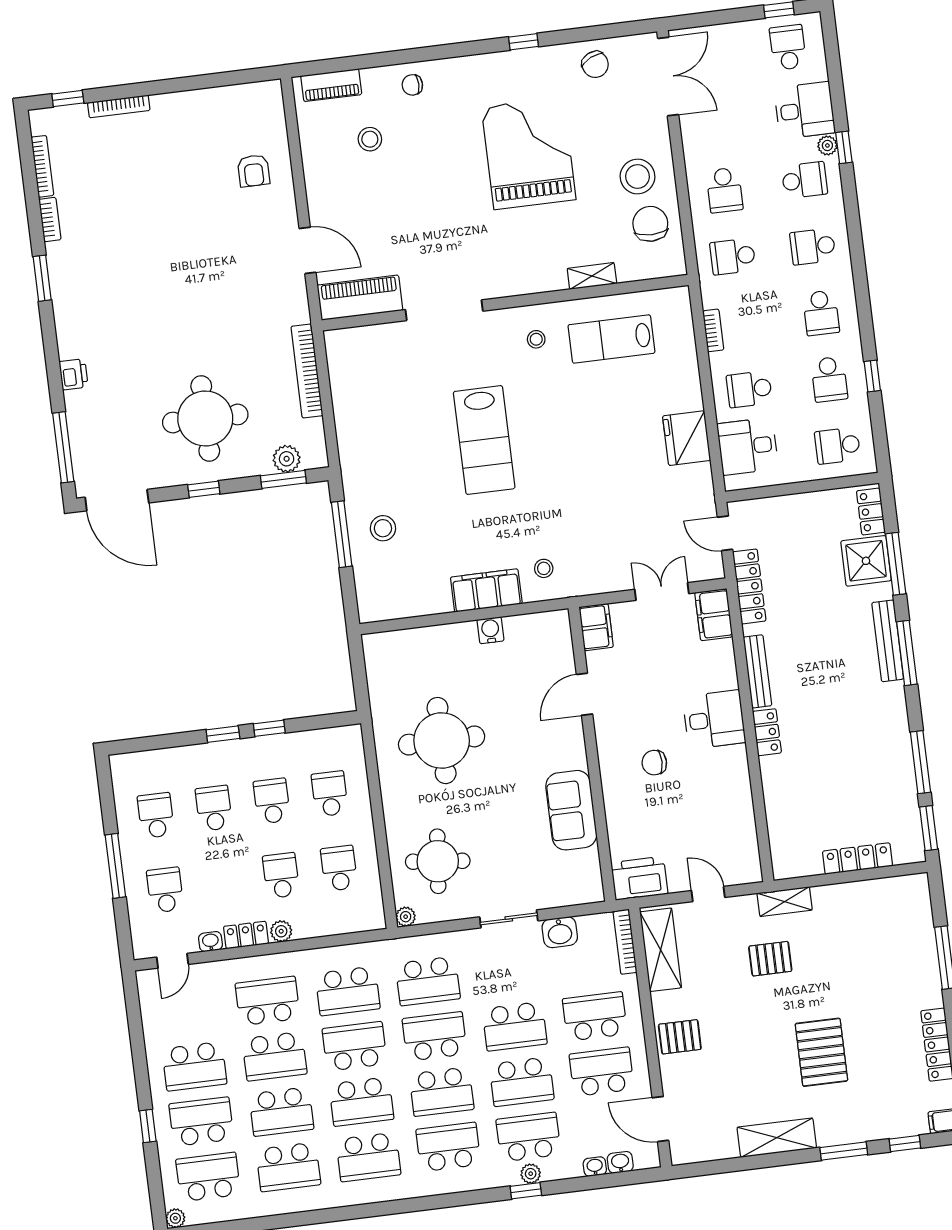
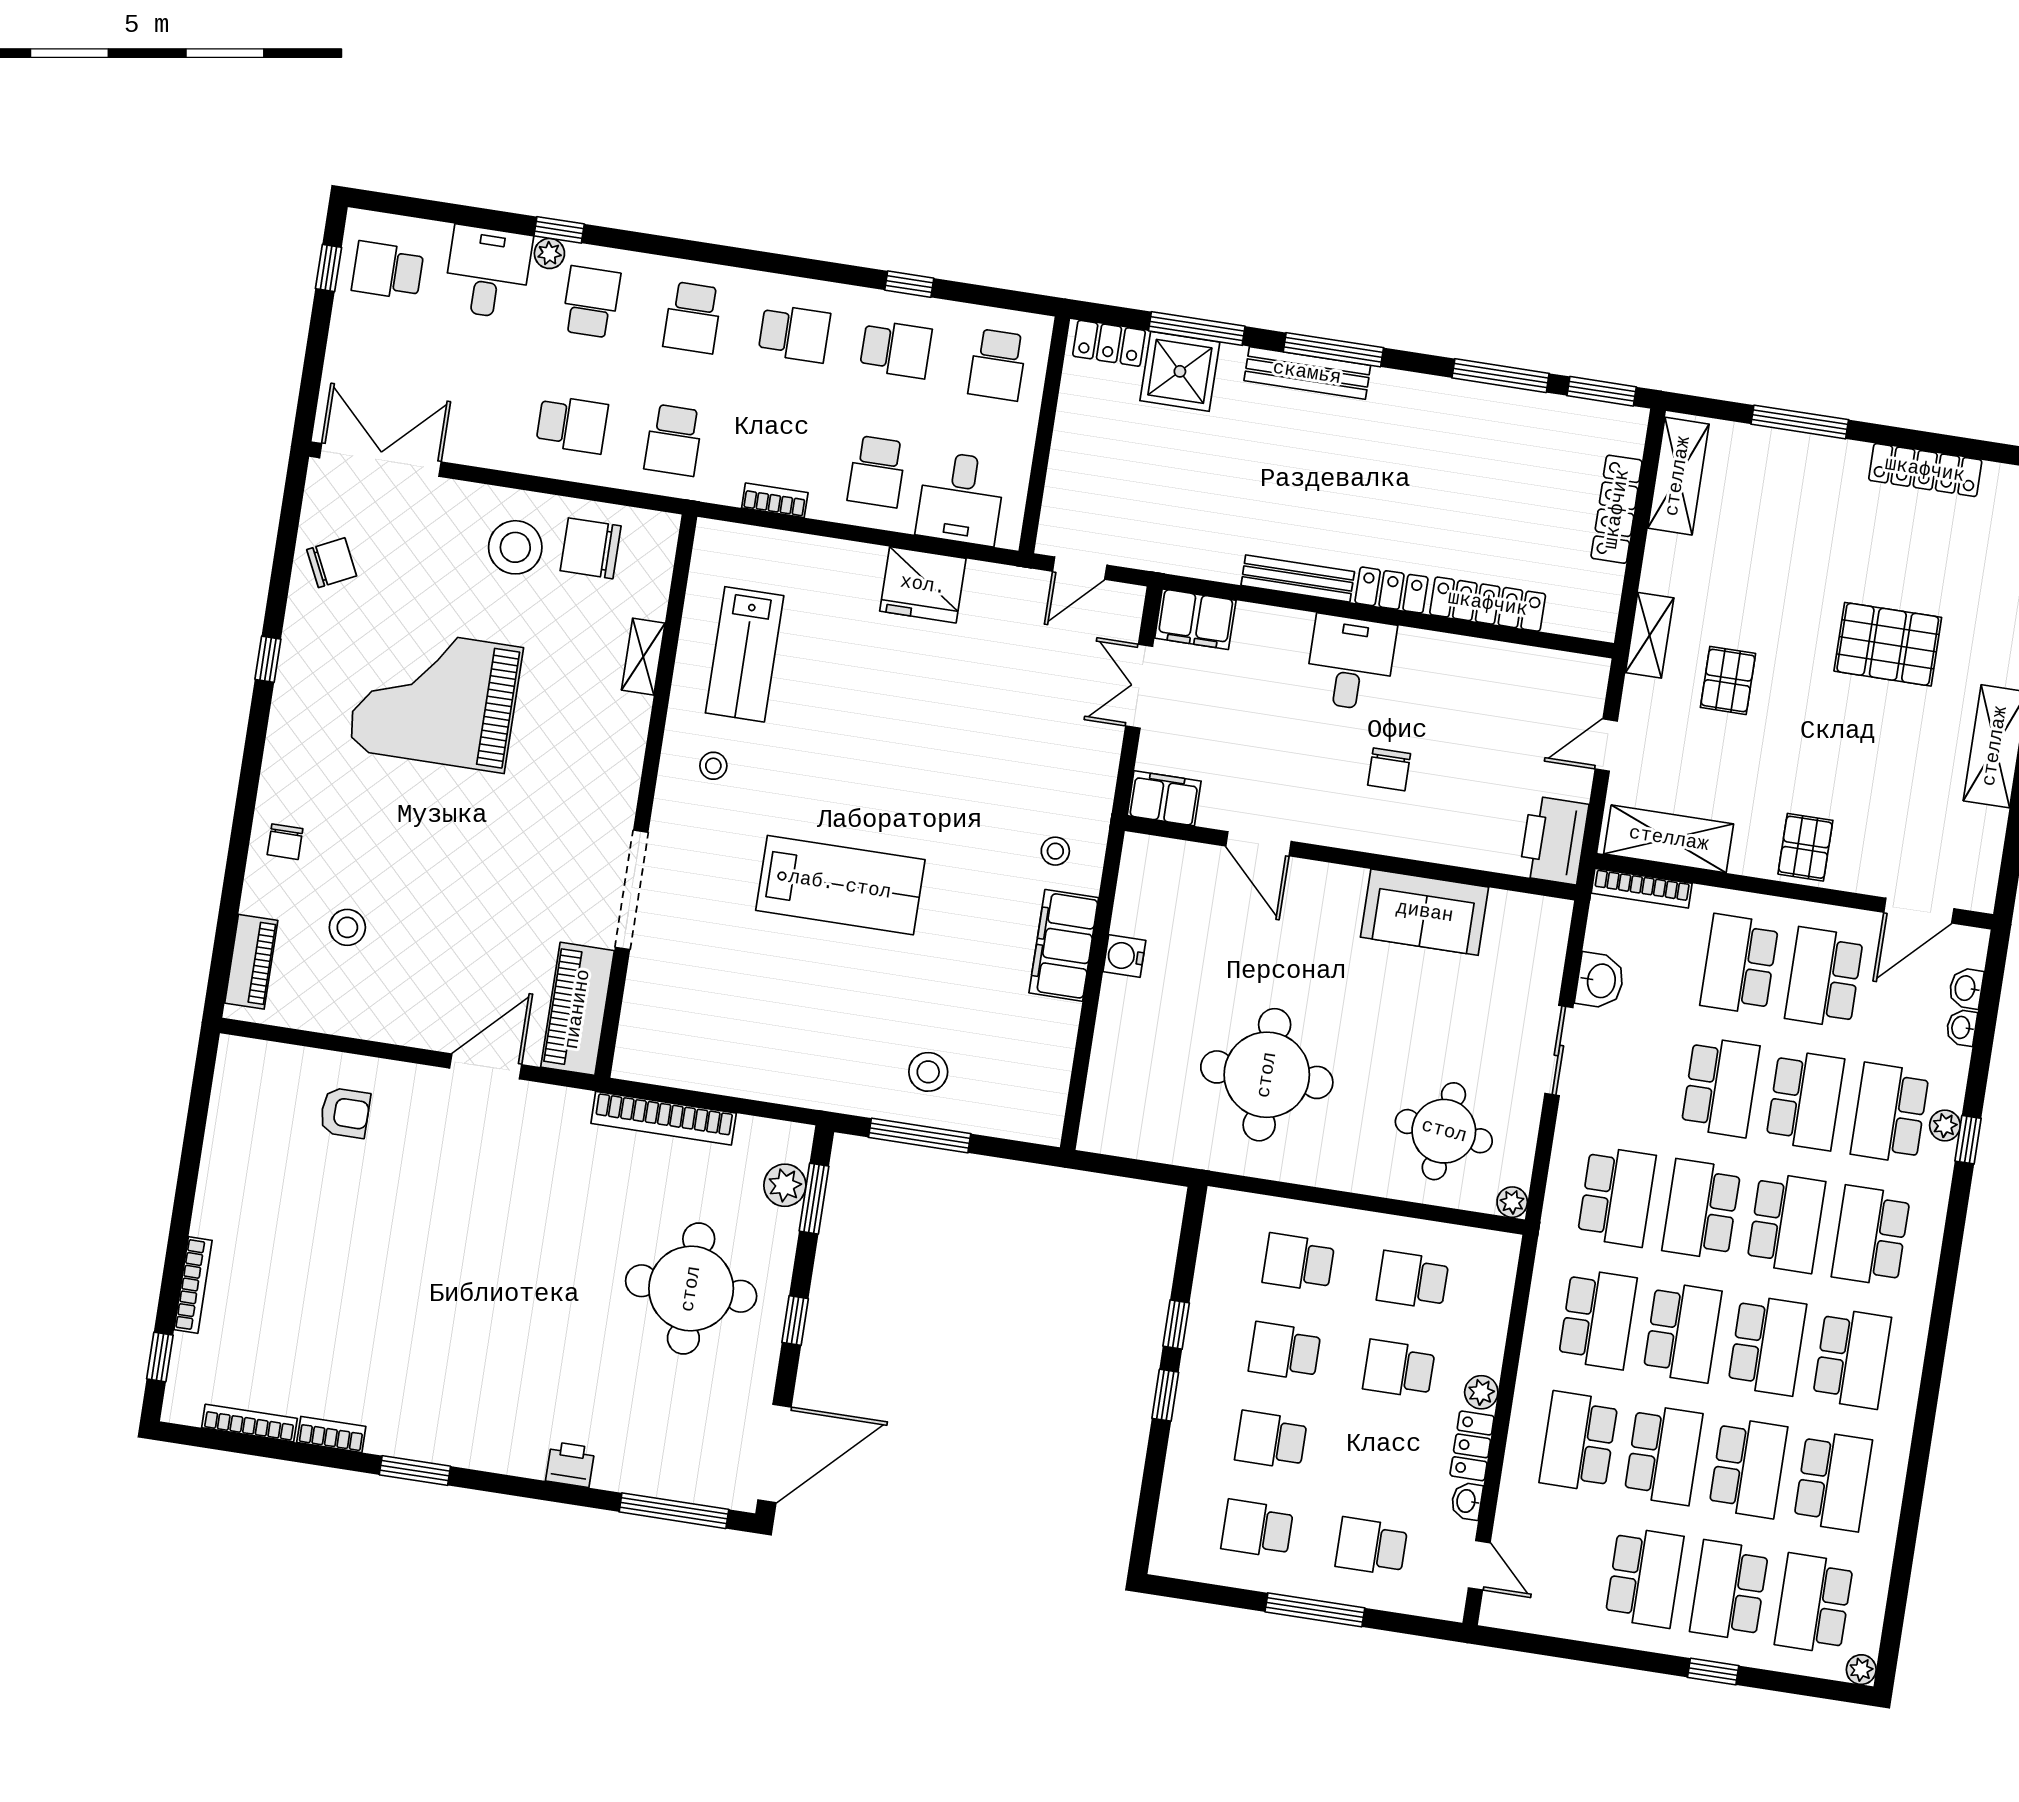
locker: (749, 586) -> (1488, 604), moved
shelving: (889, 891) -> (1678, 476), added
school desk: (355, 1046) -> (1682, 1332), turned 180

